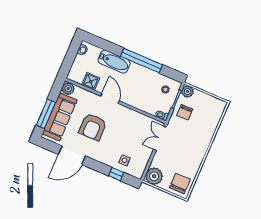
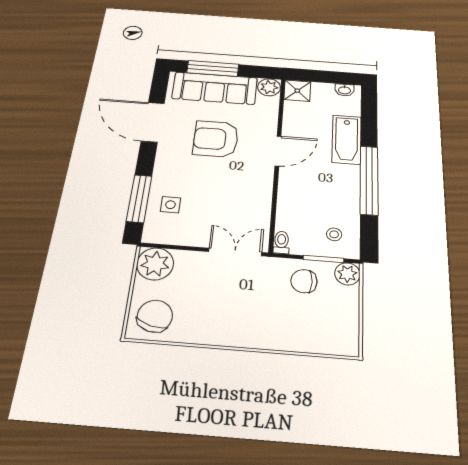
shower: (91, 81) -> (297, 91), moved
window: (116, 174) -> (139, 198), width x2.17
chair: (180, 183) -> (155, 316), turned -75

